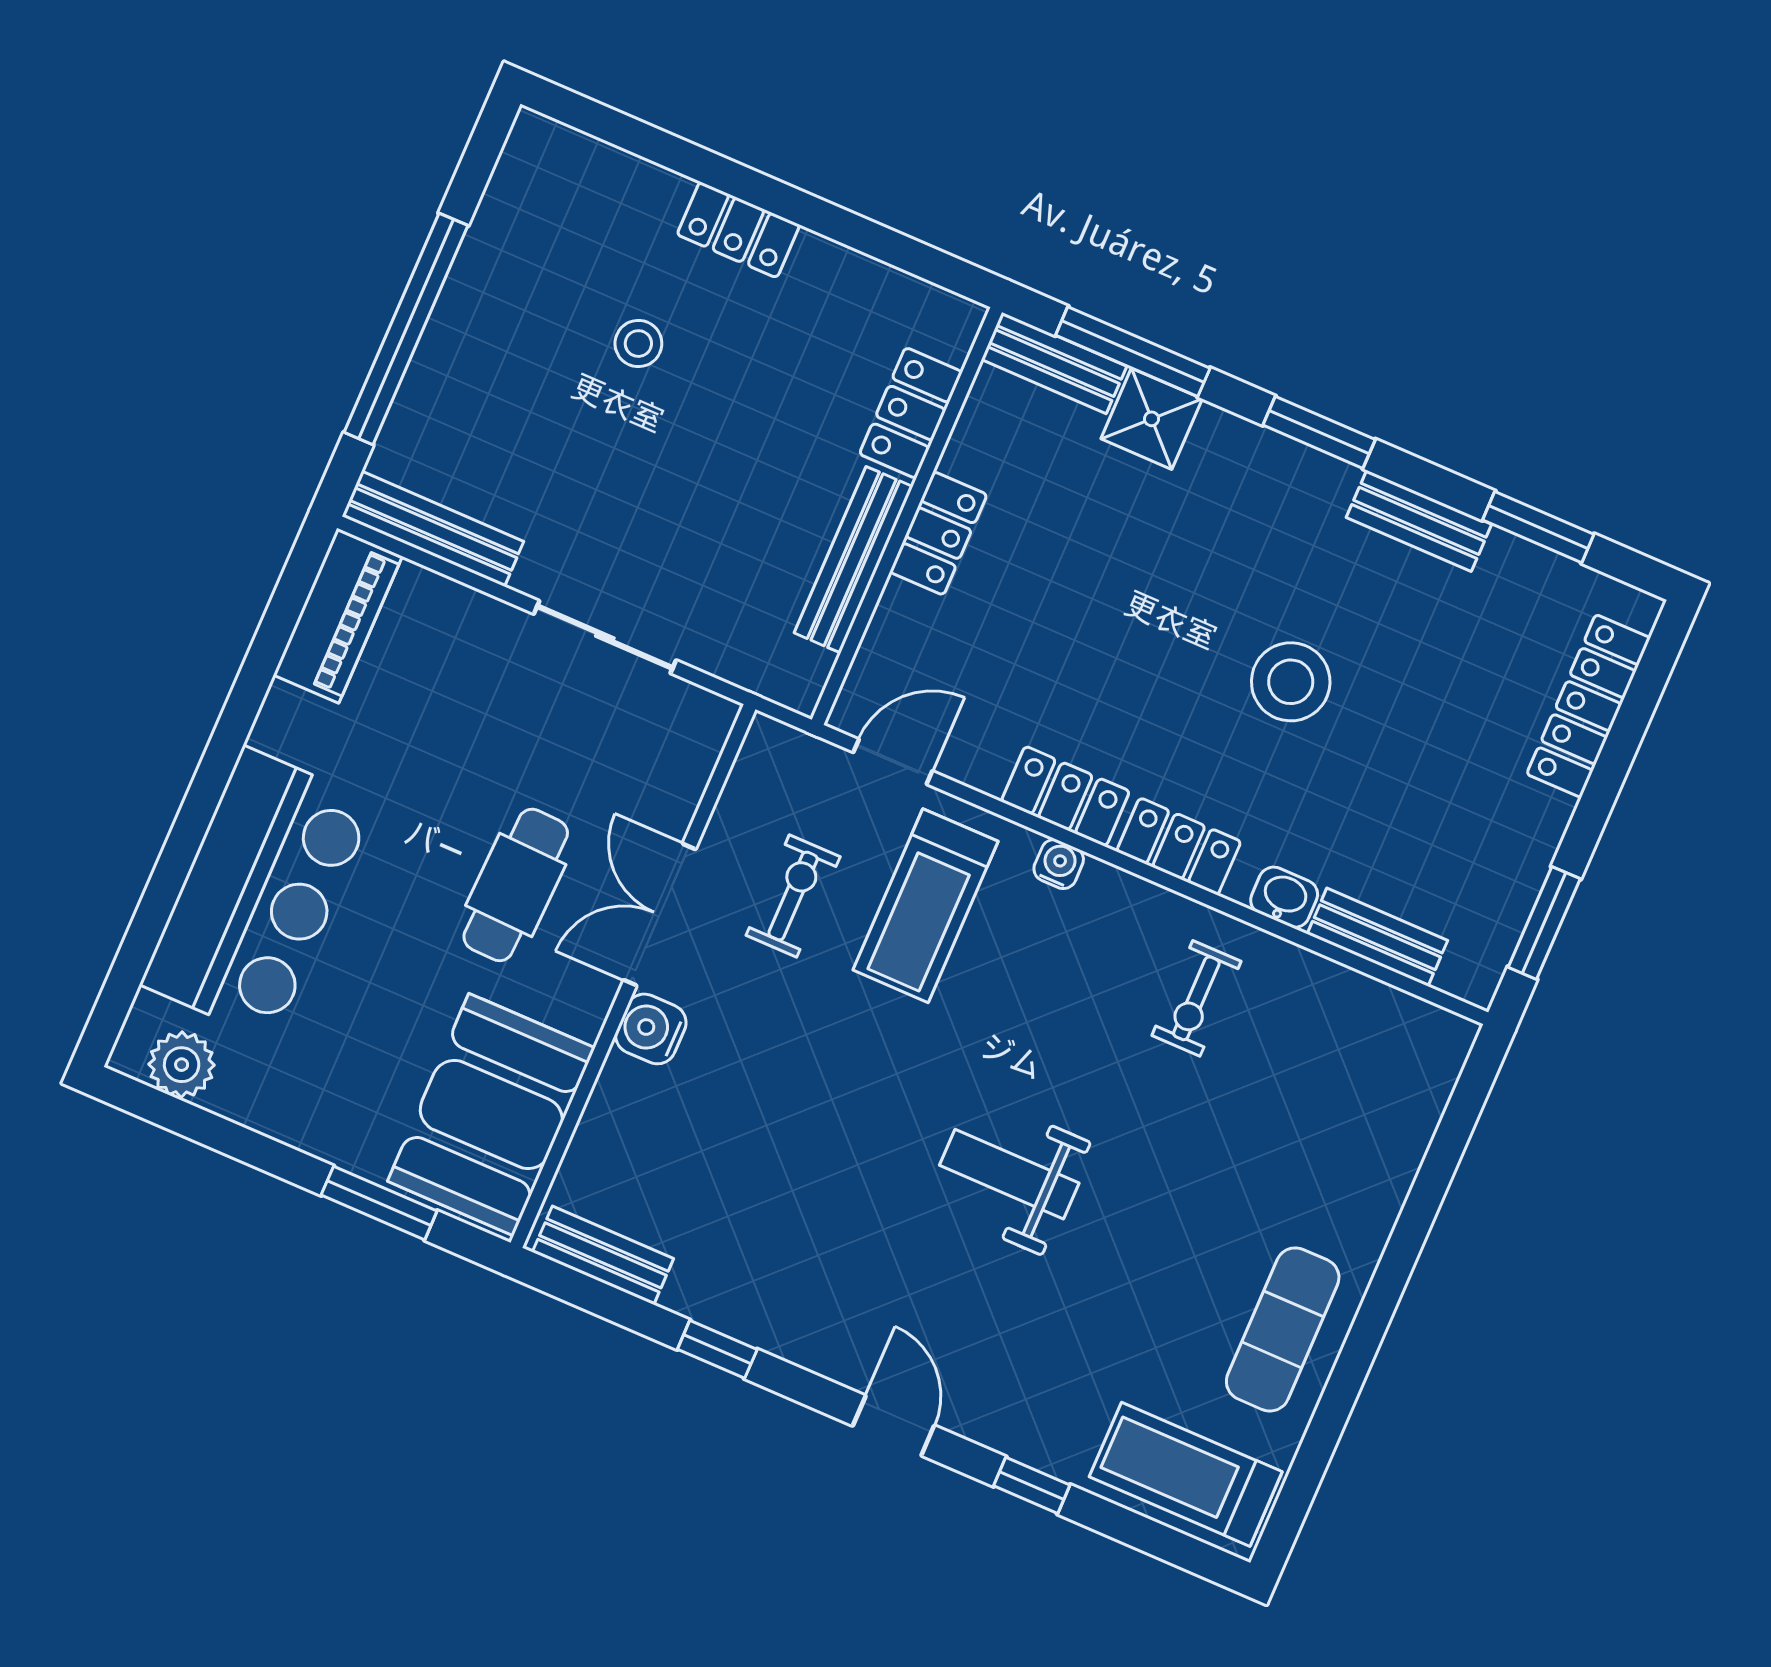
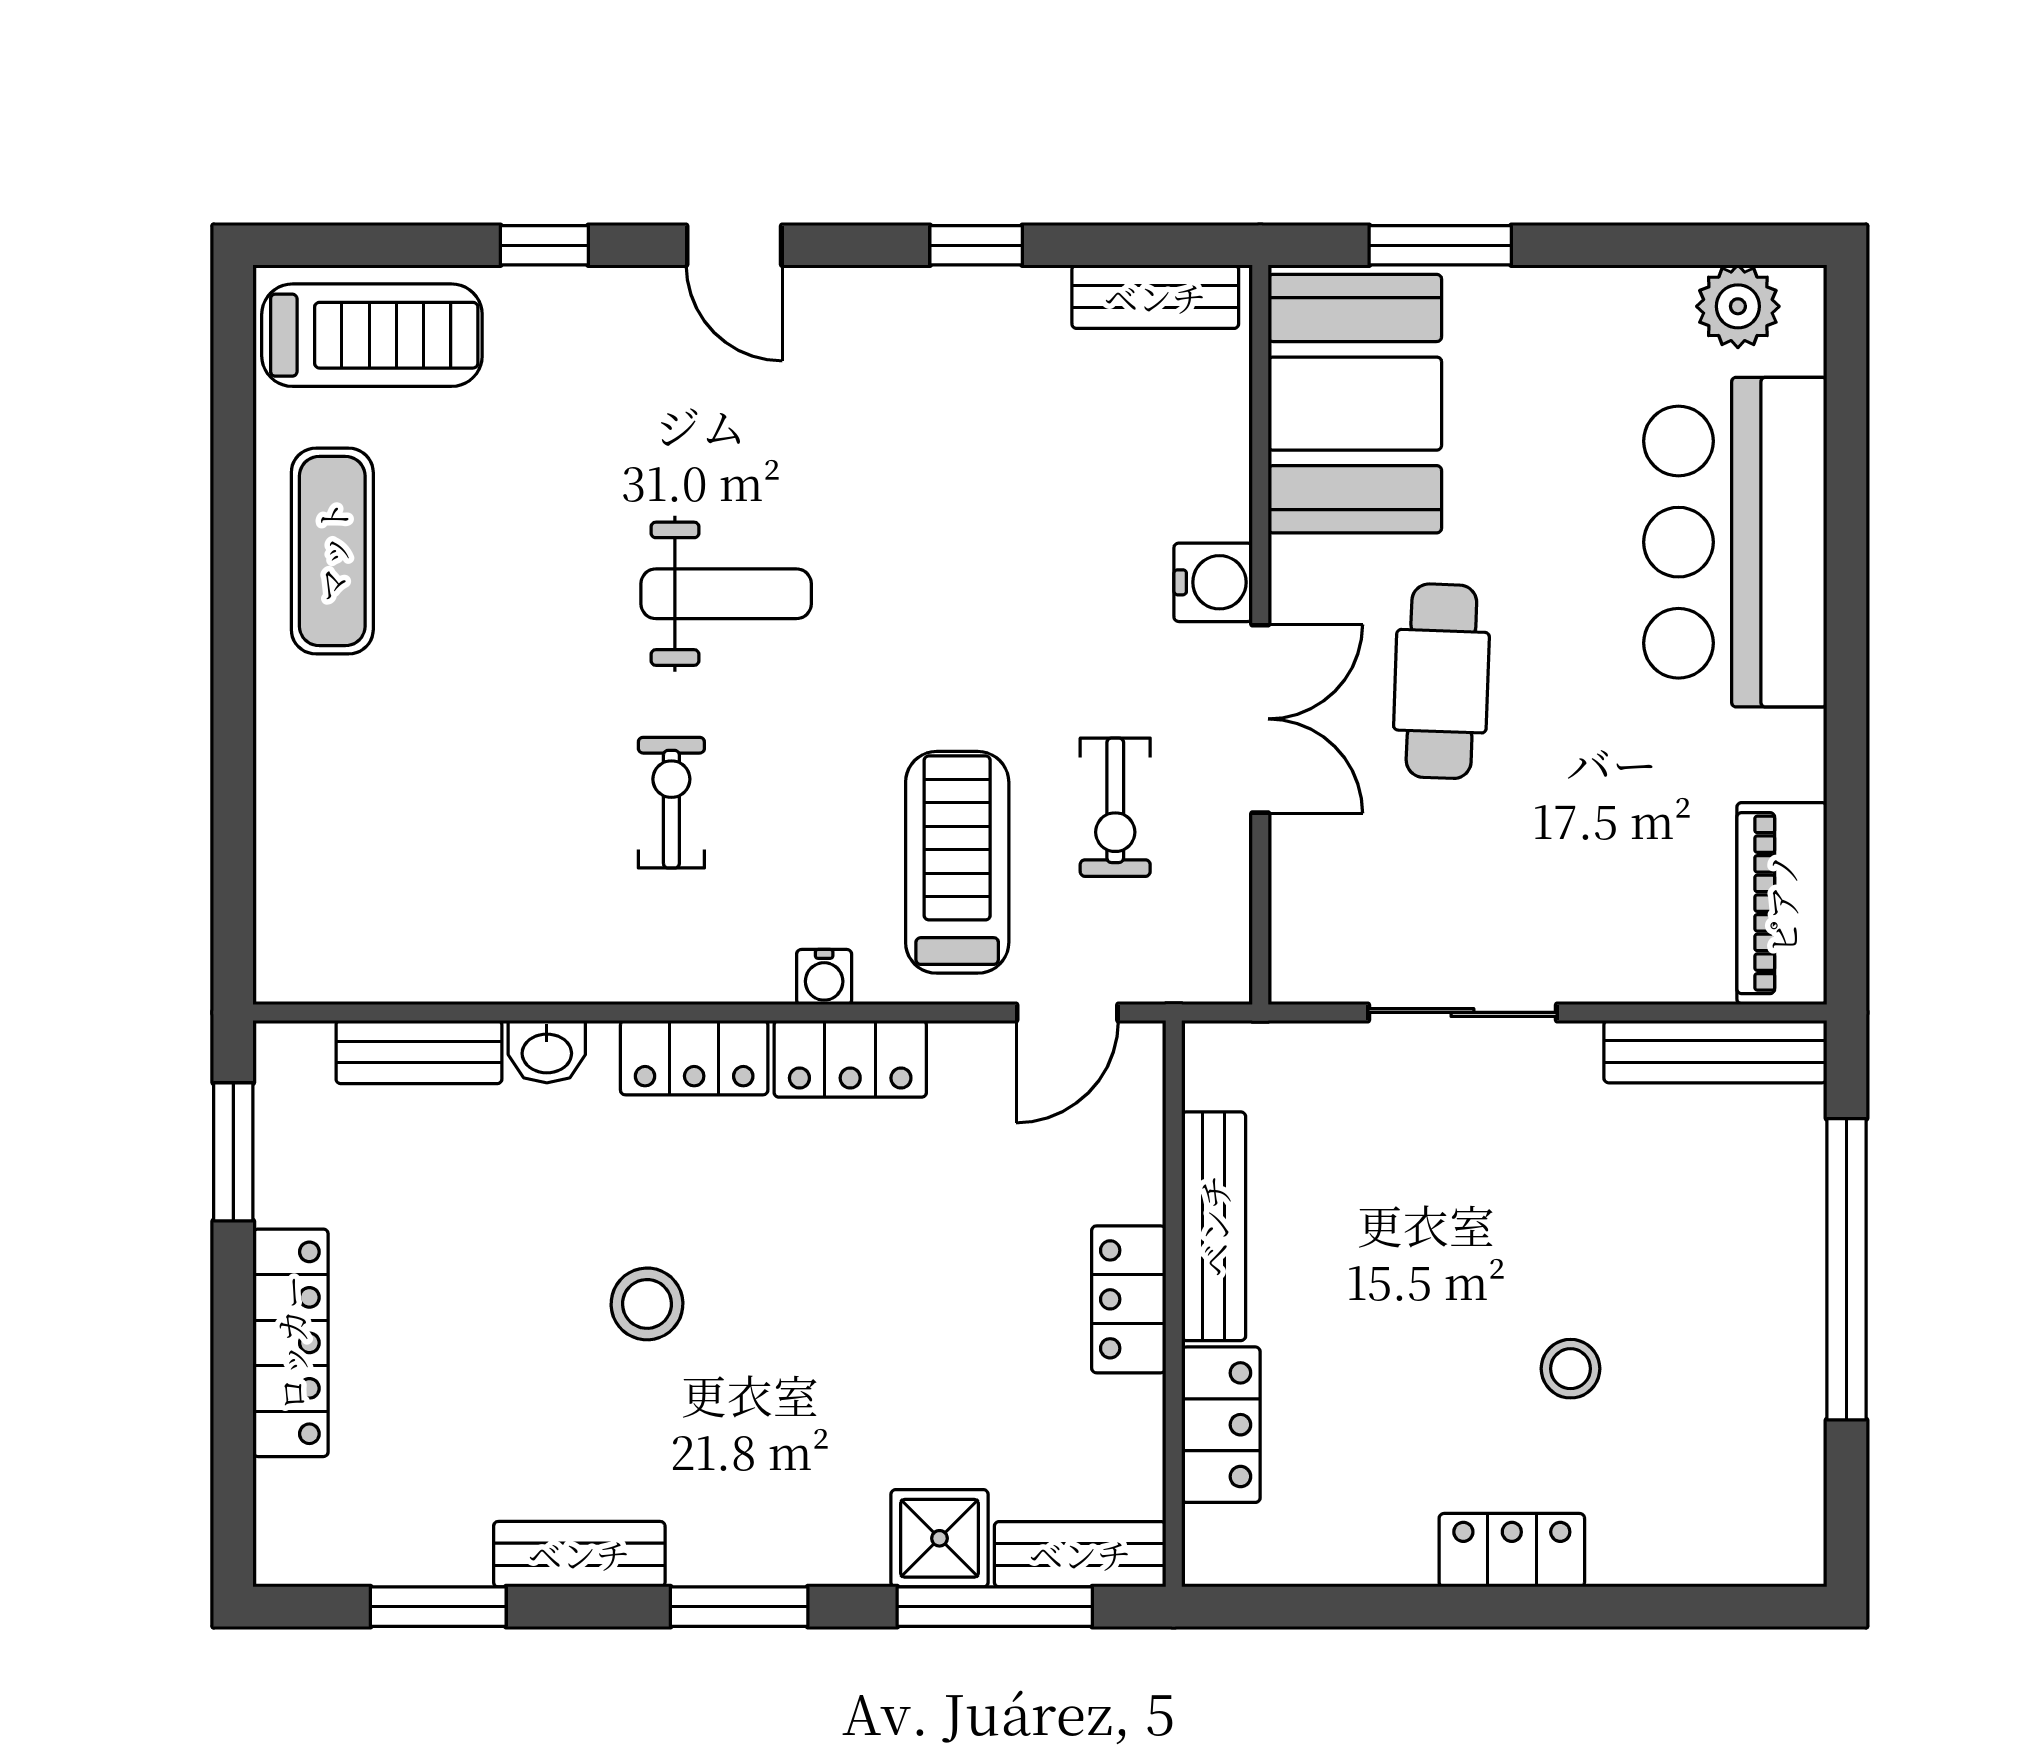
stool: (1291, 682) -> (647, 1304), width x0.73, depth x0.73
locker: (1589, 706) -> (291, 1343), moved
exercise bike: (1196, 998) -> (671, 803), moved

